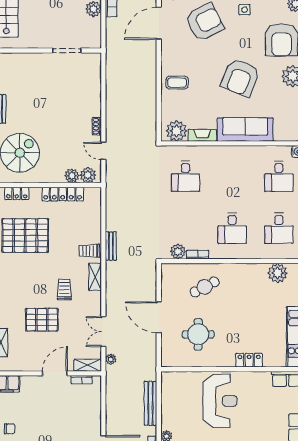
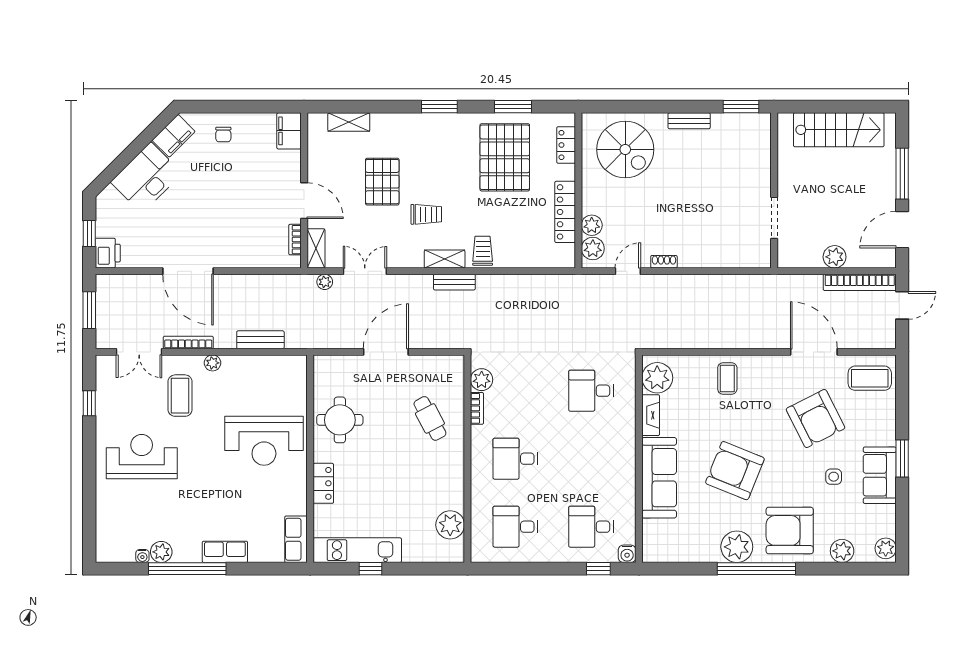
bench: (111, 246) -> (454, 282), moved
round table: (198, 334) -> (340, 420), moved
bench: (150, 403) -> (260, 340), width x0.73

